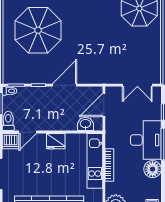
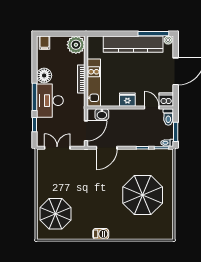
door: (65, 85) -> (107, 148), moved
door: (28, 132) -> (152, 107), hinge flipped

